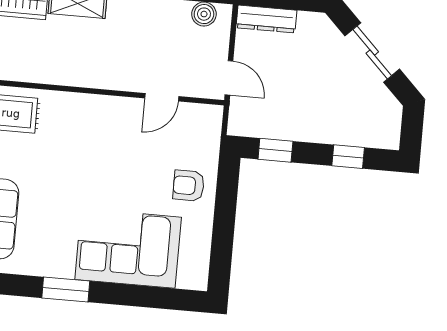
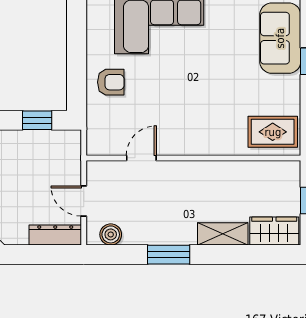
door: (229, 78) -> (84, 201), moved

